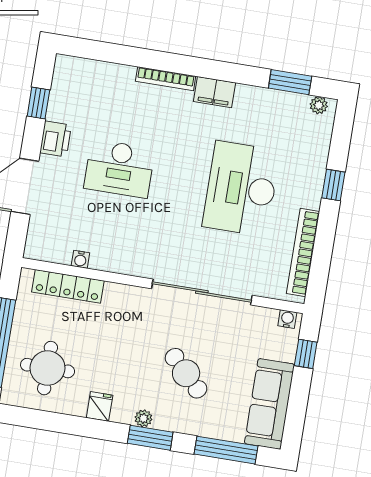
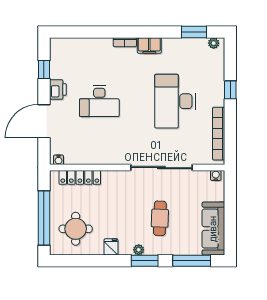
bookcase: (166, 79) -> (125, 42), width x0.64
water cooler: (80, 259) -> (59, 160), moved
window: (306, 354) -> (230, 195), removed
cafe table: (186, 373) -> (160, 218), turned 47

